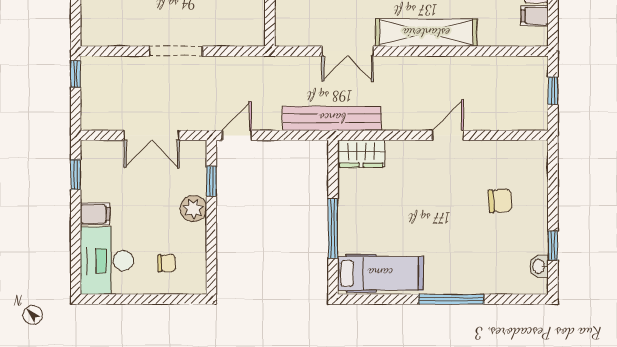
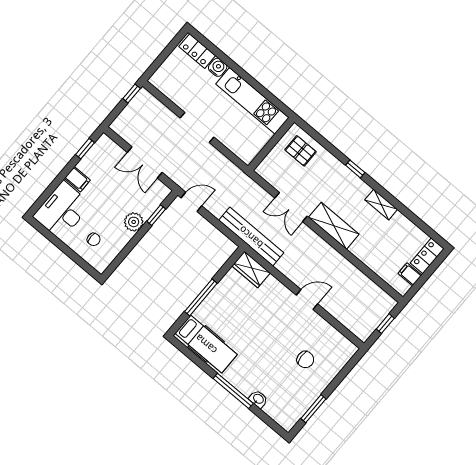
shelving: (426, 33) -> (334, 226), width x0.68
window: (553, 246) -> (313, 409), width x1.50
washbasin: (539, 266) -> (258, 399), moved, turned 90

